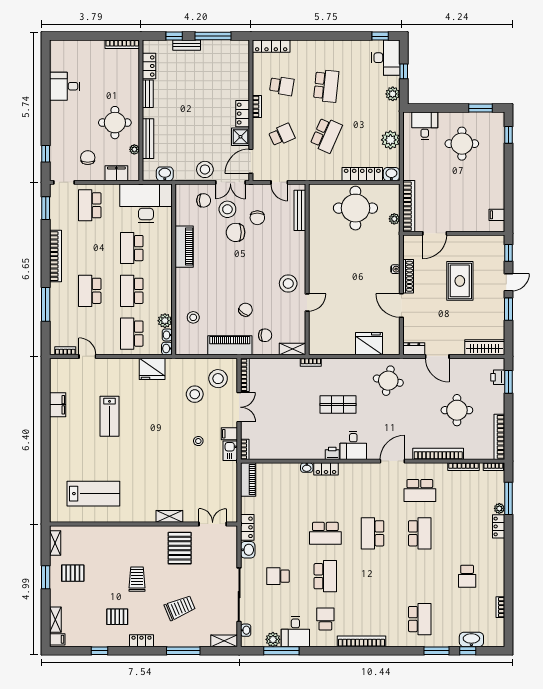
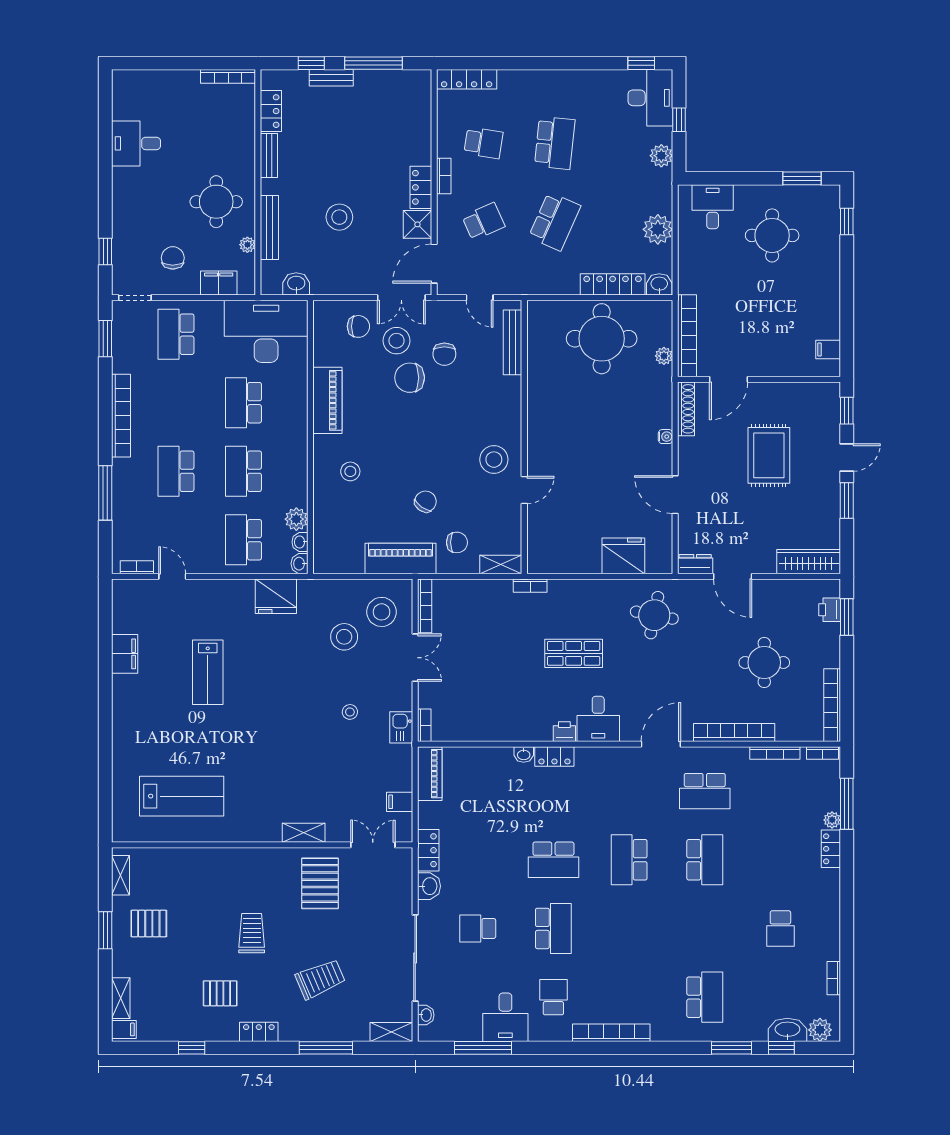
stool: (205, 169) -> (339, 217), moved
shoe rack: (408, 276) -> (686, 409), moved
stool: (193, 317) -> (350, 471), moved
filing cabinet: (229, 434) -> (400, 802), moved
plant: (273, 639) -> (820, 1030), moved

